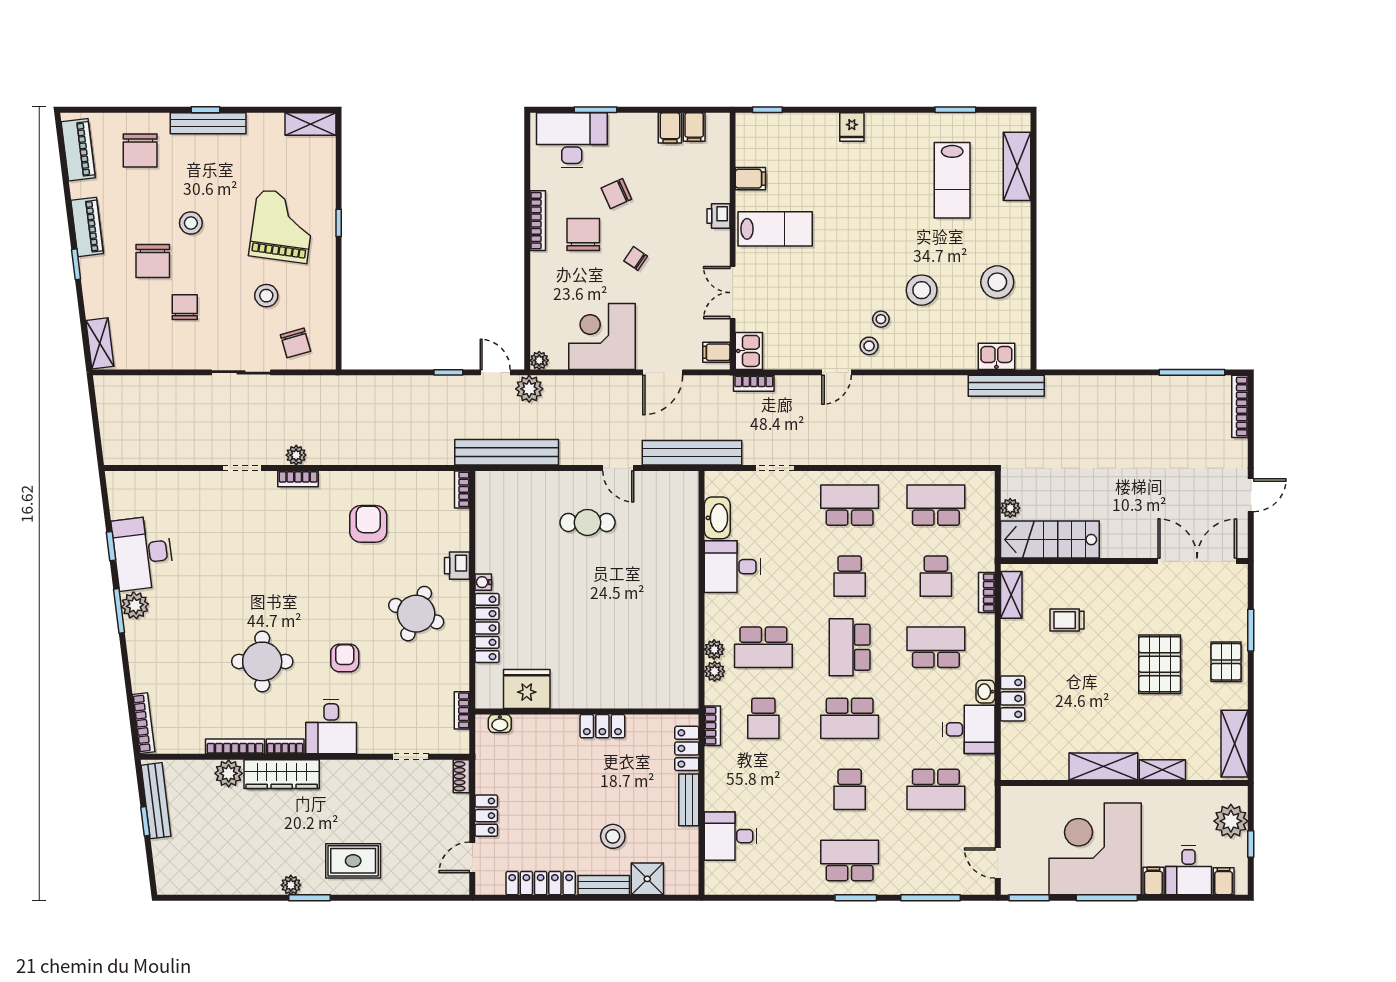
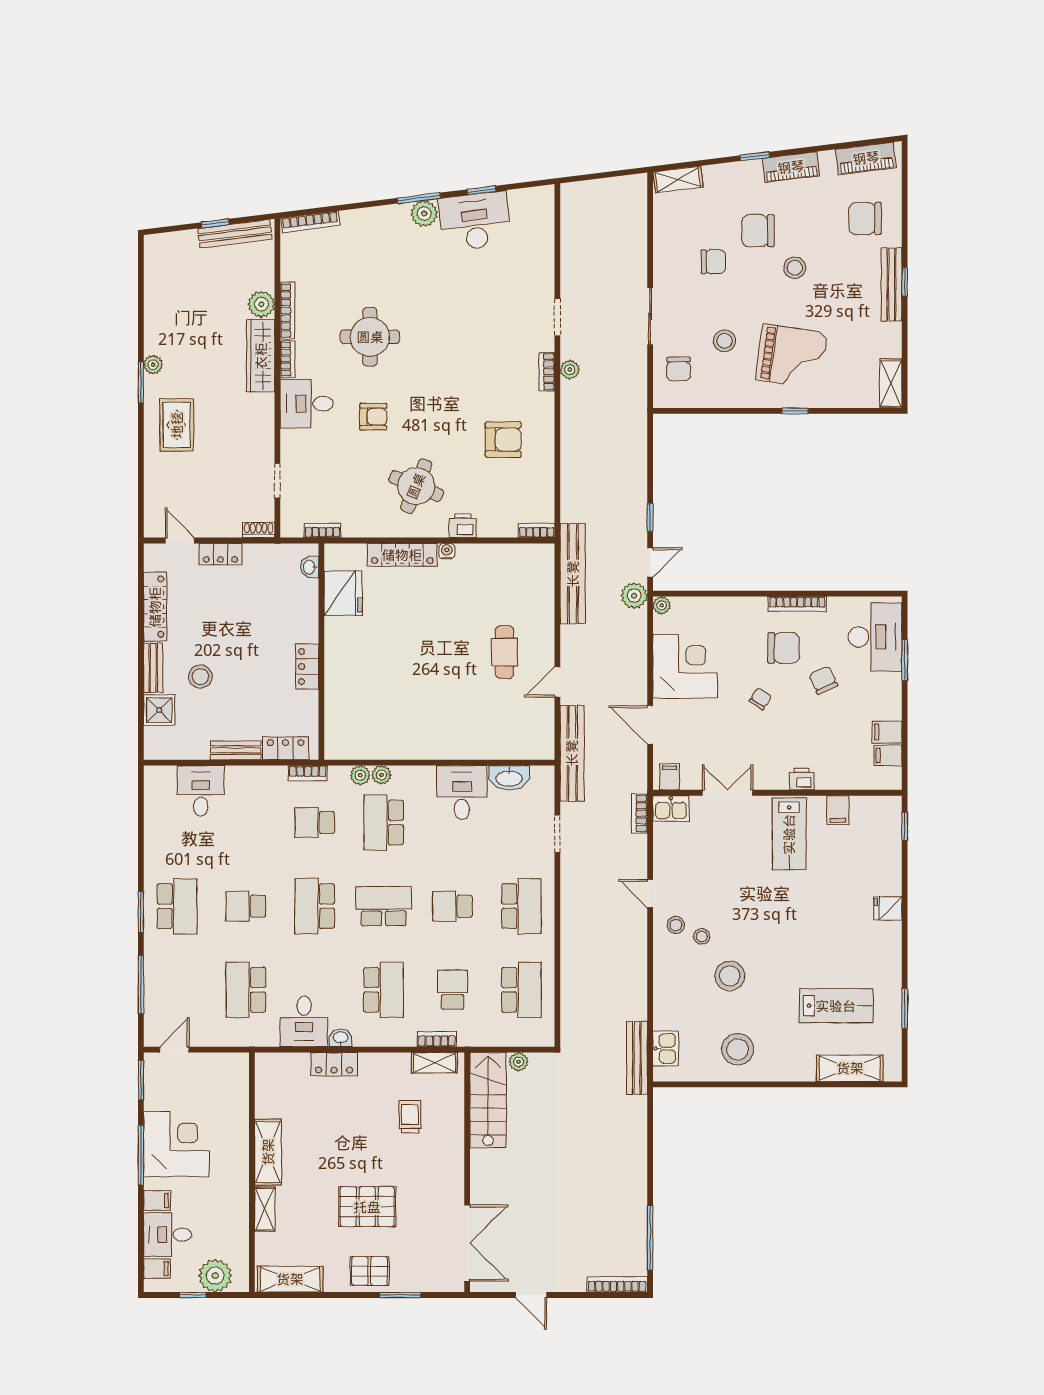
lab bench: (952, 180) -> (836, 1006), turned 180
chair: (295, 343) -> (679, 369), turned -74
school desk: (936, 576) -> (453, 990), turned 90
corner desk: (1095, 849) -> (176, 1144), width x0.74, depth x0.74

